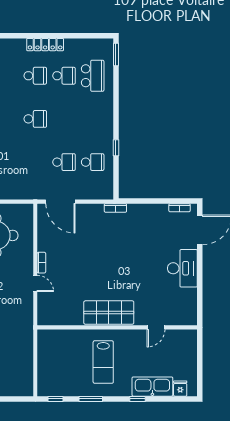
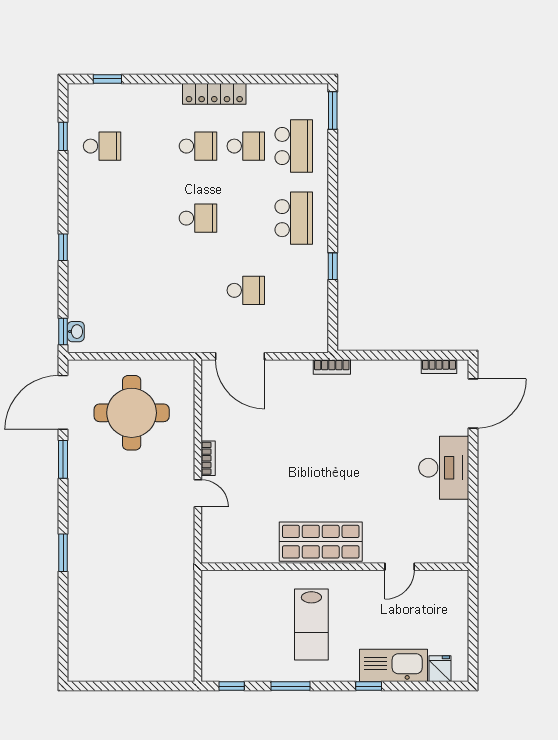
school desk: (93, 162) -> (294, 218), moved, width x1.85

